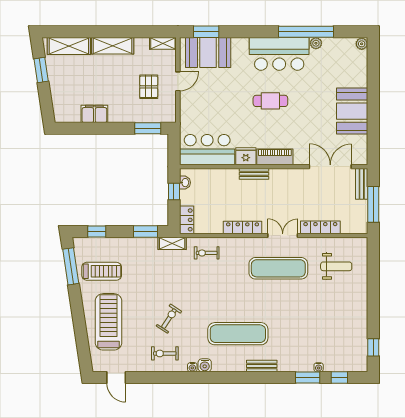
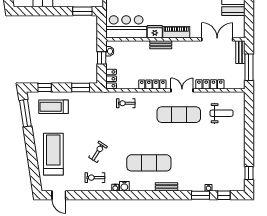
shelving: (172, 243) -> (100, 96), removed
treadmill: (102, 271) -> (54, 107), moved, turned 180

